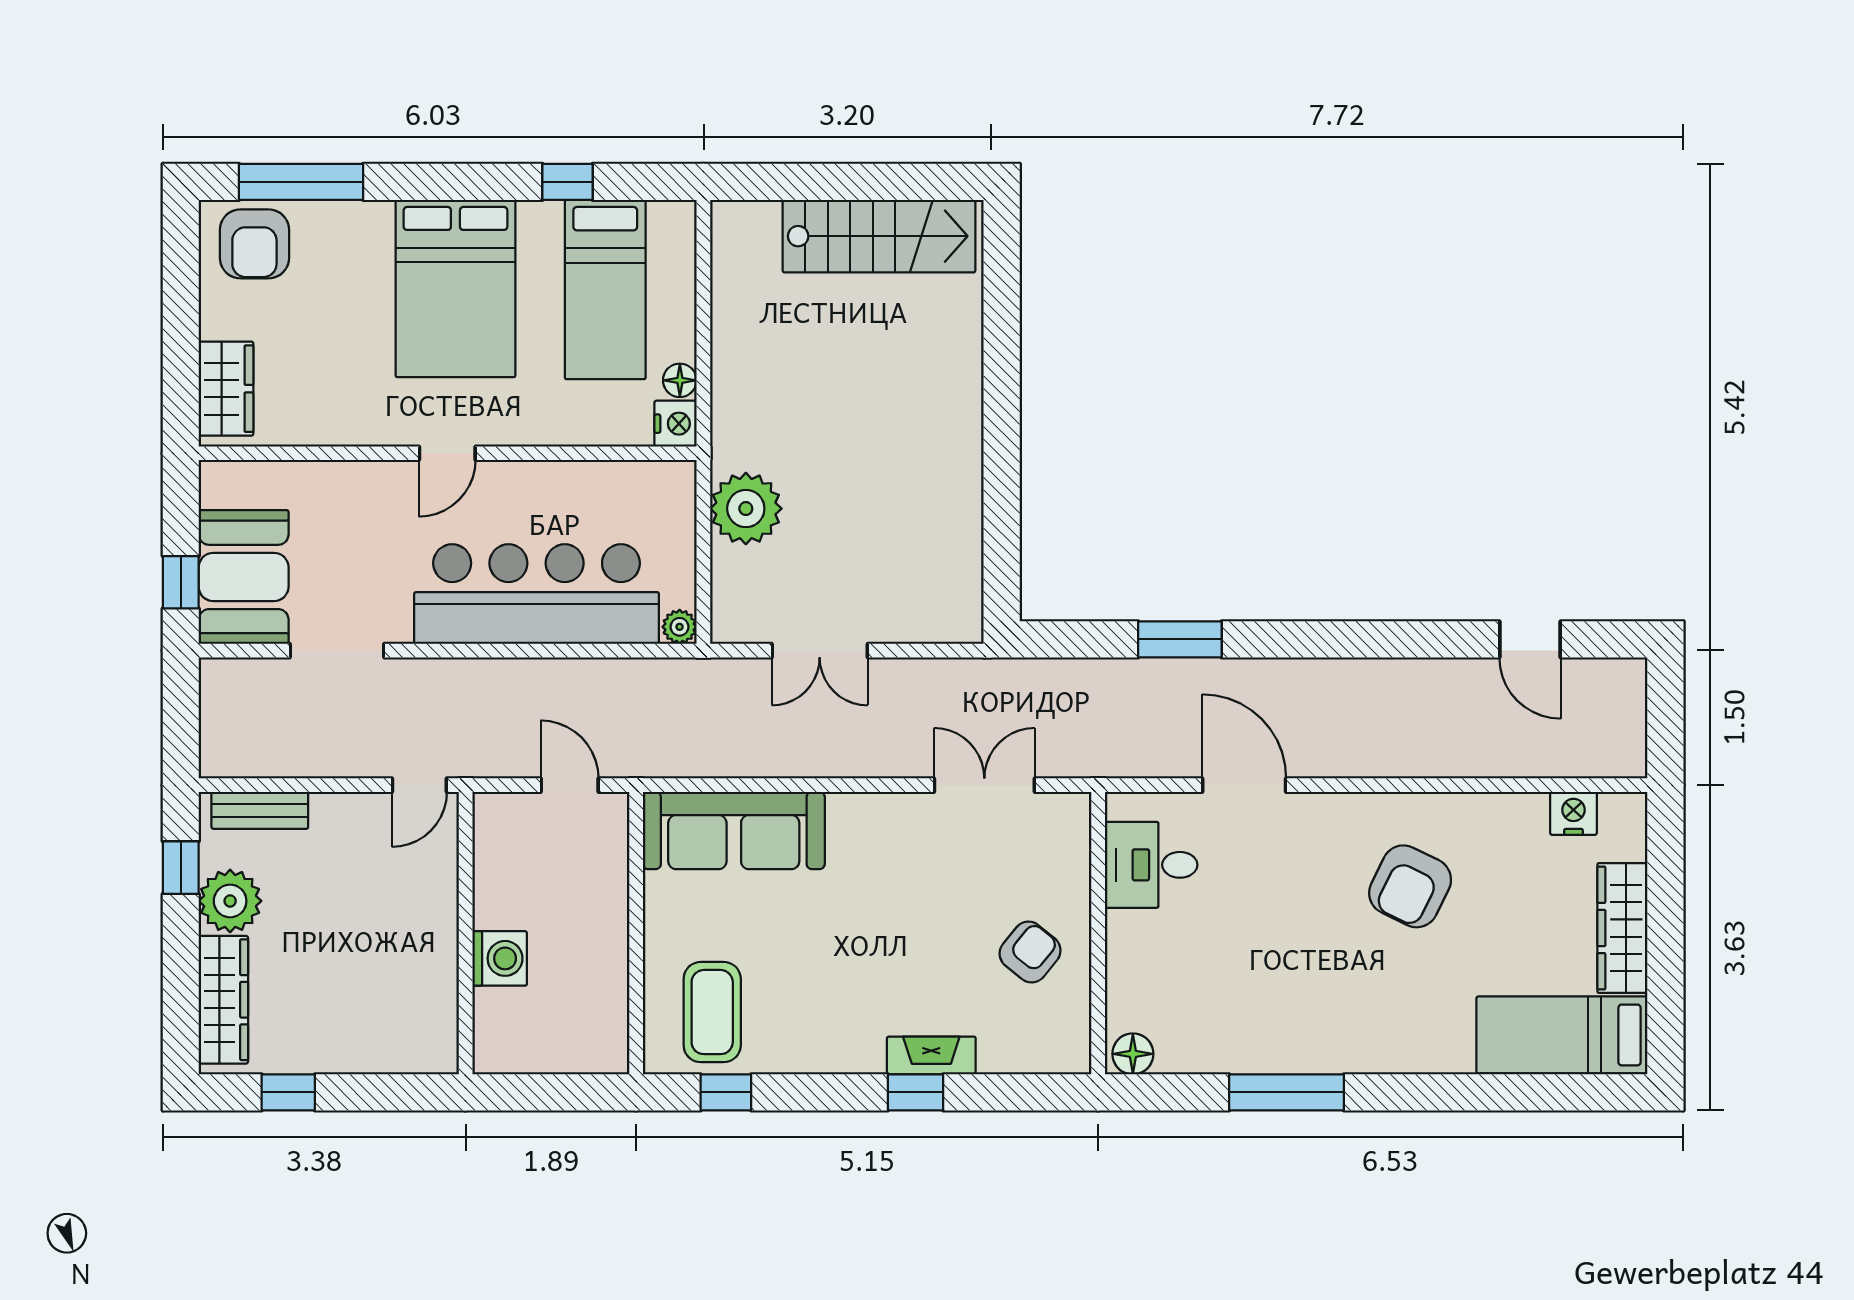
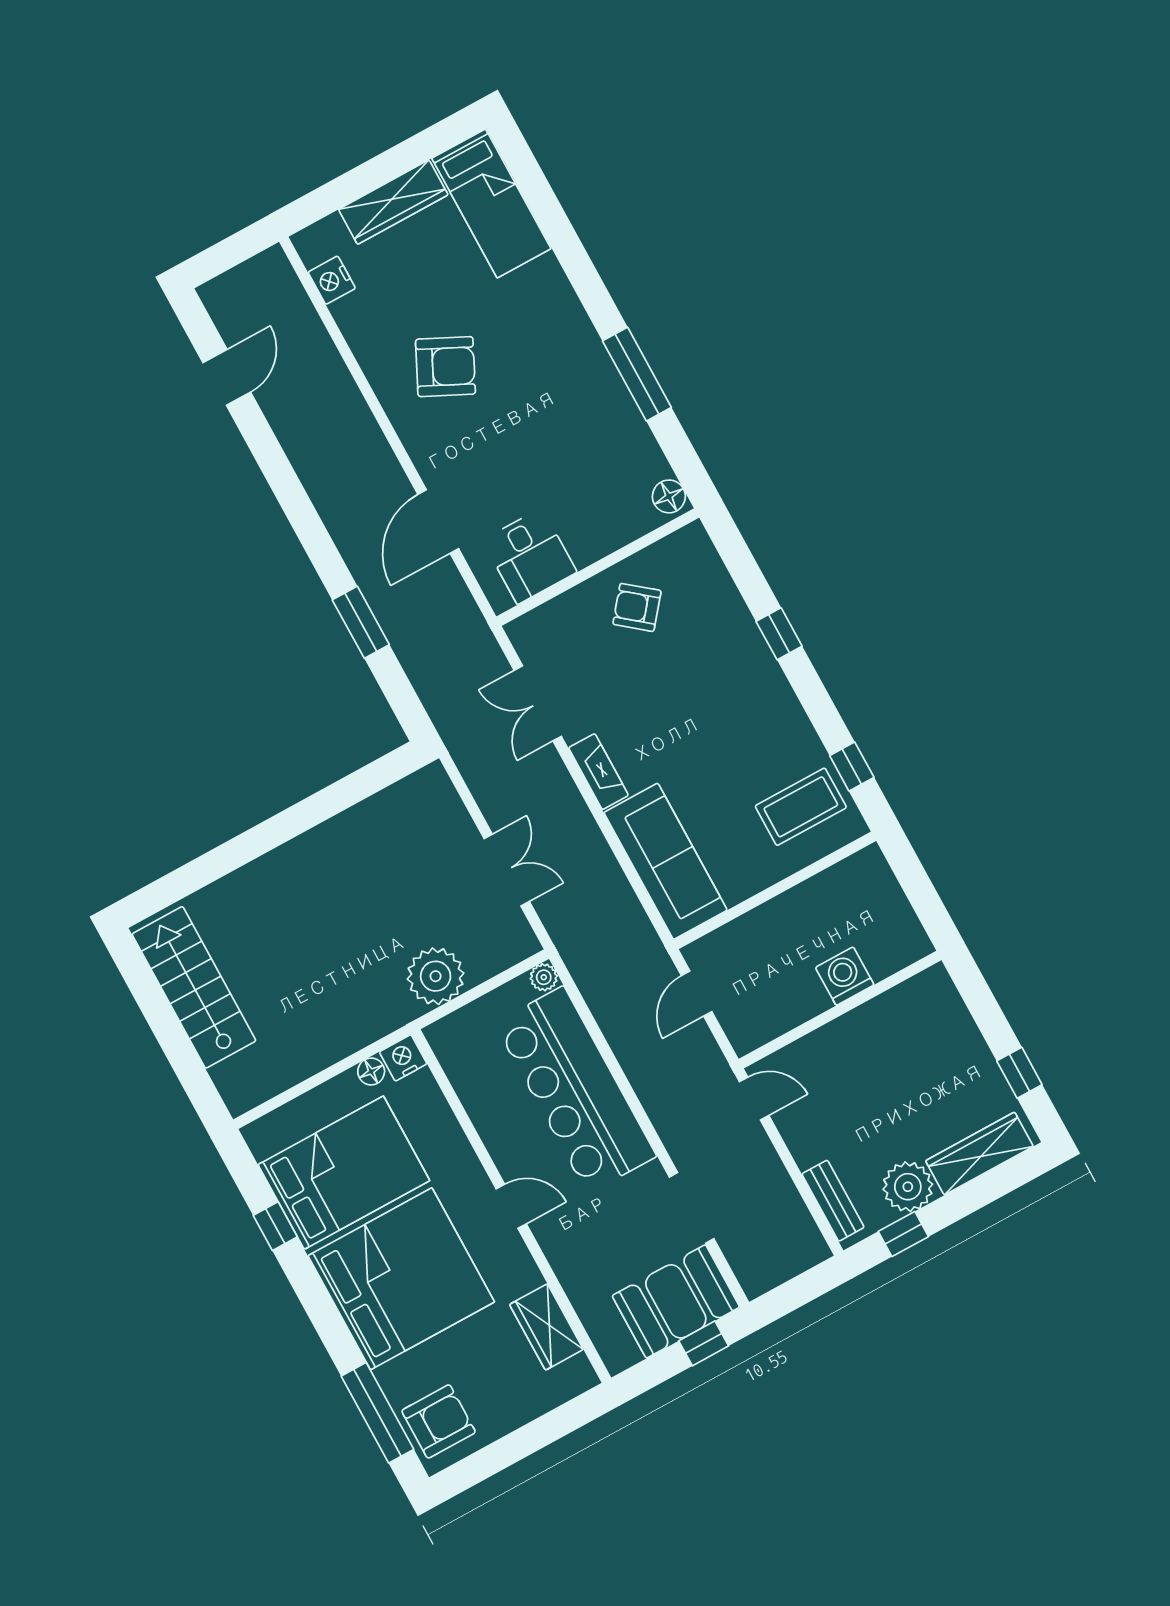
bed: (455, 289) -> (401, 1279), width x1.36
bed: (605, 290) -> (344, 1173), width x1.50
wardrobe: (226, 389) -> (546, 1327), moved, turned -90
fireplace: (931, 1056) -> (598, 772), moved, turned 180

